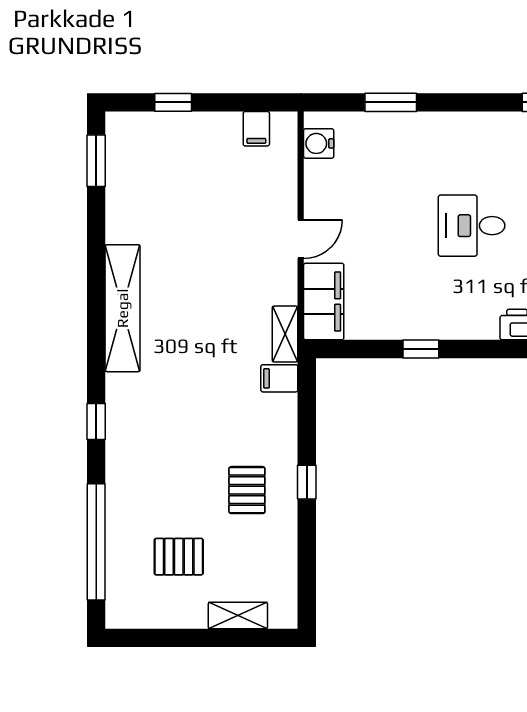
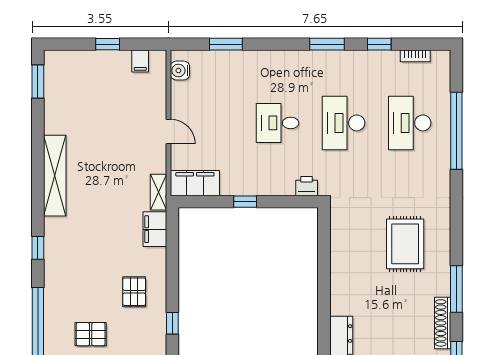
window: (173, 102) -> (108, 44), moved
door: (301, 239) -> (168, 132), hinge flipped
filing cabinet: (324, 302) -> (195, 183), moved, turned -90
filing cabinet: (279, 378) -> (155, 229), width x2.00
window: (307, 482) -> (172, 323), moved

